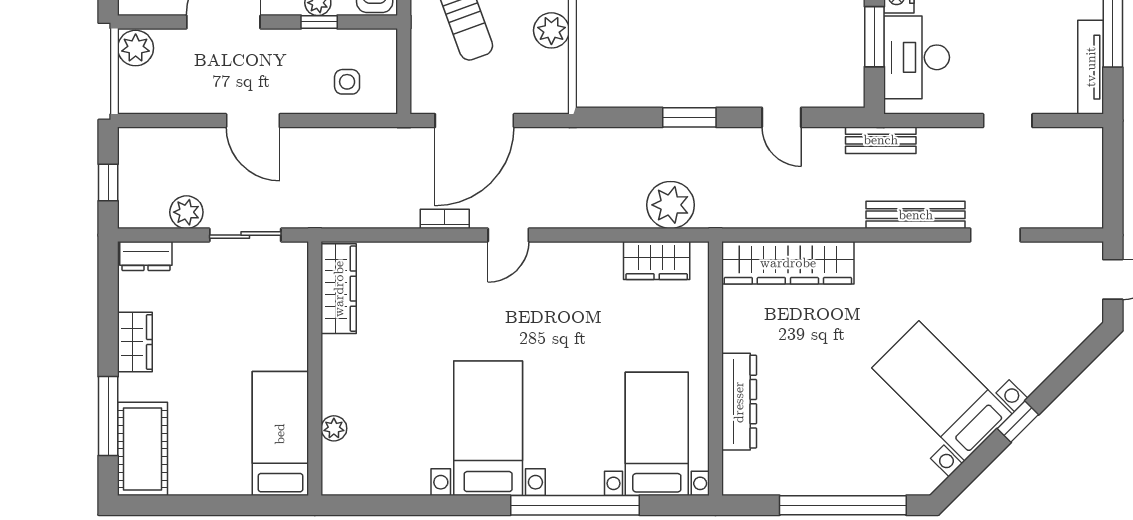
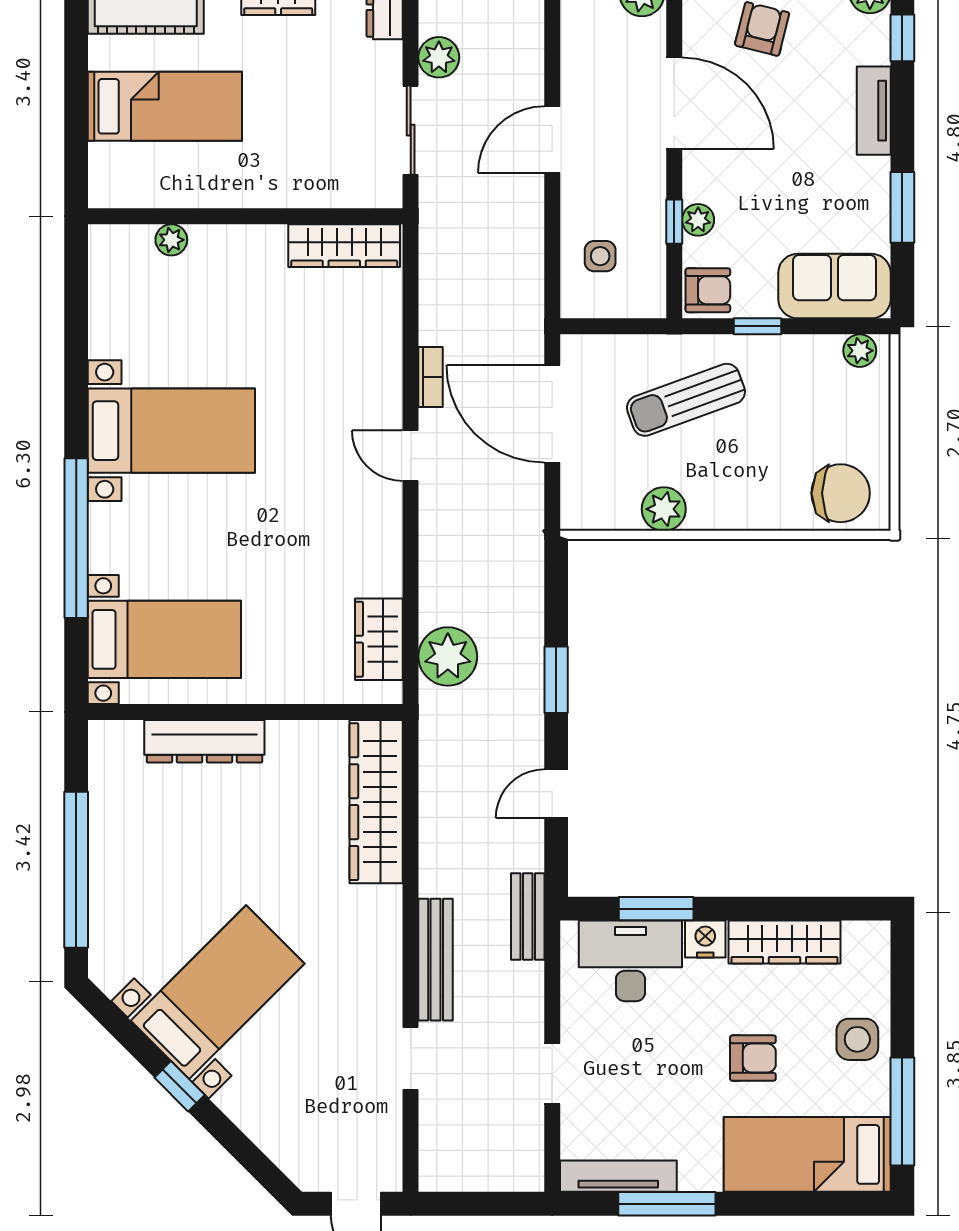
bed: (280, 434) -> (165, 106), moved

